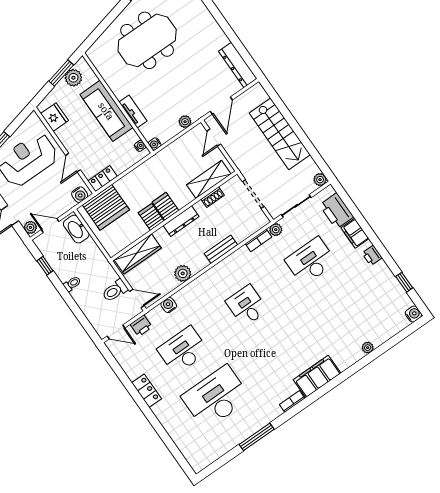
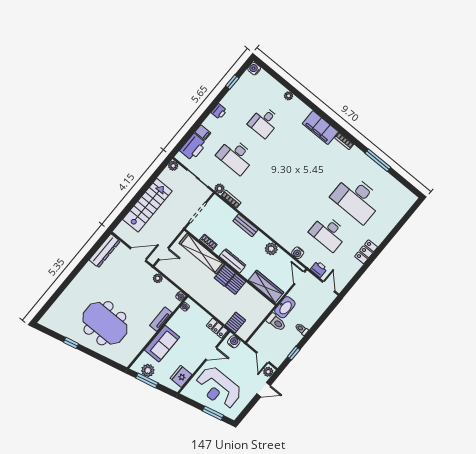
sofa: (106, 111) -> (162, 344), width x0.73
shelving: (209, 179) -> (202, 254), width x1.47
server rack: (106, 207) -> (235, 322), width x0.46, depth x0.70
washbasin: (76, 229) -> (285, 307), moved
filing cabinet: (355, 233) -> (203, 132), width x0.50
toilet: (115, 291) -> (276, 322), moved
desk: (247, 306) -> (264, 122), moved

